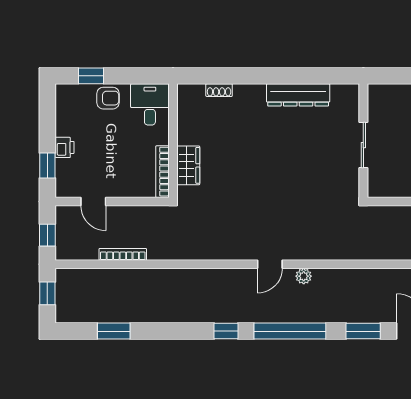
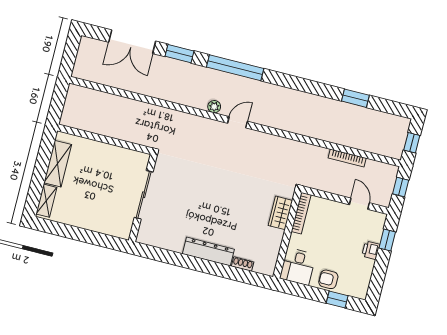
dresser: (298, 95) -> (208, 252), moved
sliding door: (363, 145) -> (144, 195), width x1.37
window: (114, 331) -> (355, 98), moved
window: (226, 331) -> (284, 80), removed

